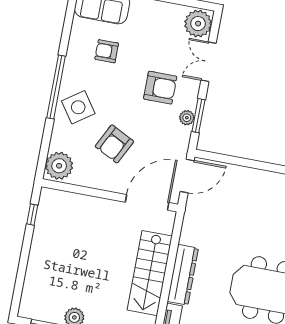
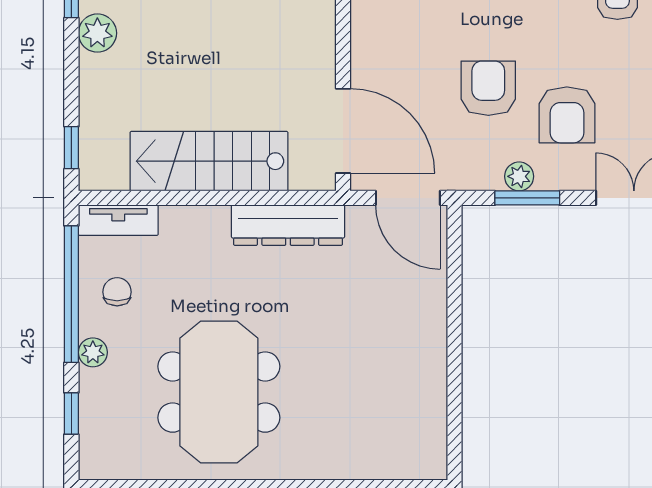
armchair: (114, 144) -> (488, 88), moved, turned 63
dresser: (183, 275) -> (288, 225), moved

